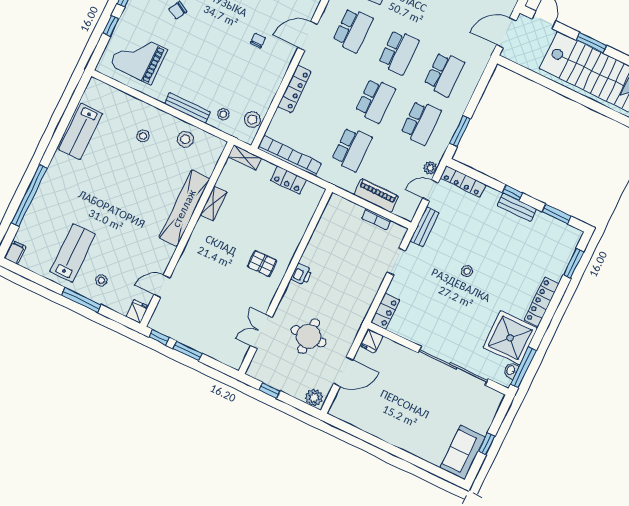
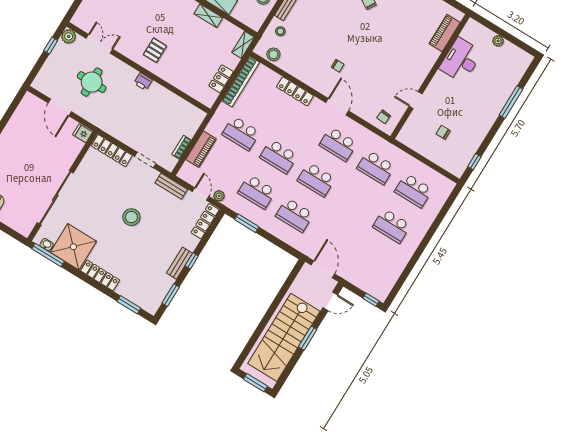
stool: (467, 271) -> (131, 217), width x1.89, depth x1.89
locker: (385, 311) -> (112, 151), width x1.53
plant: (314, 398) -> (69, 36), moved

